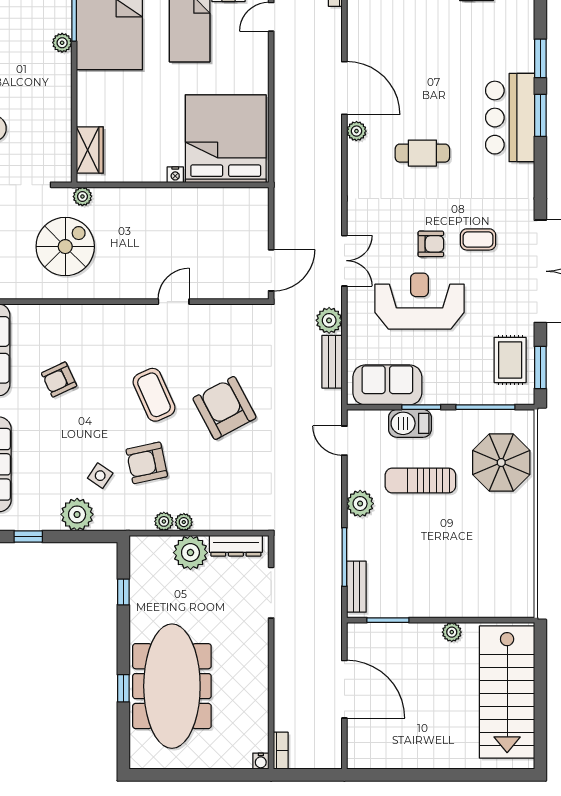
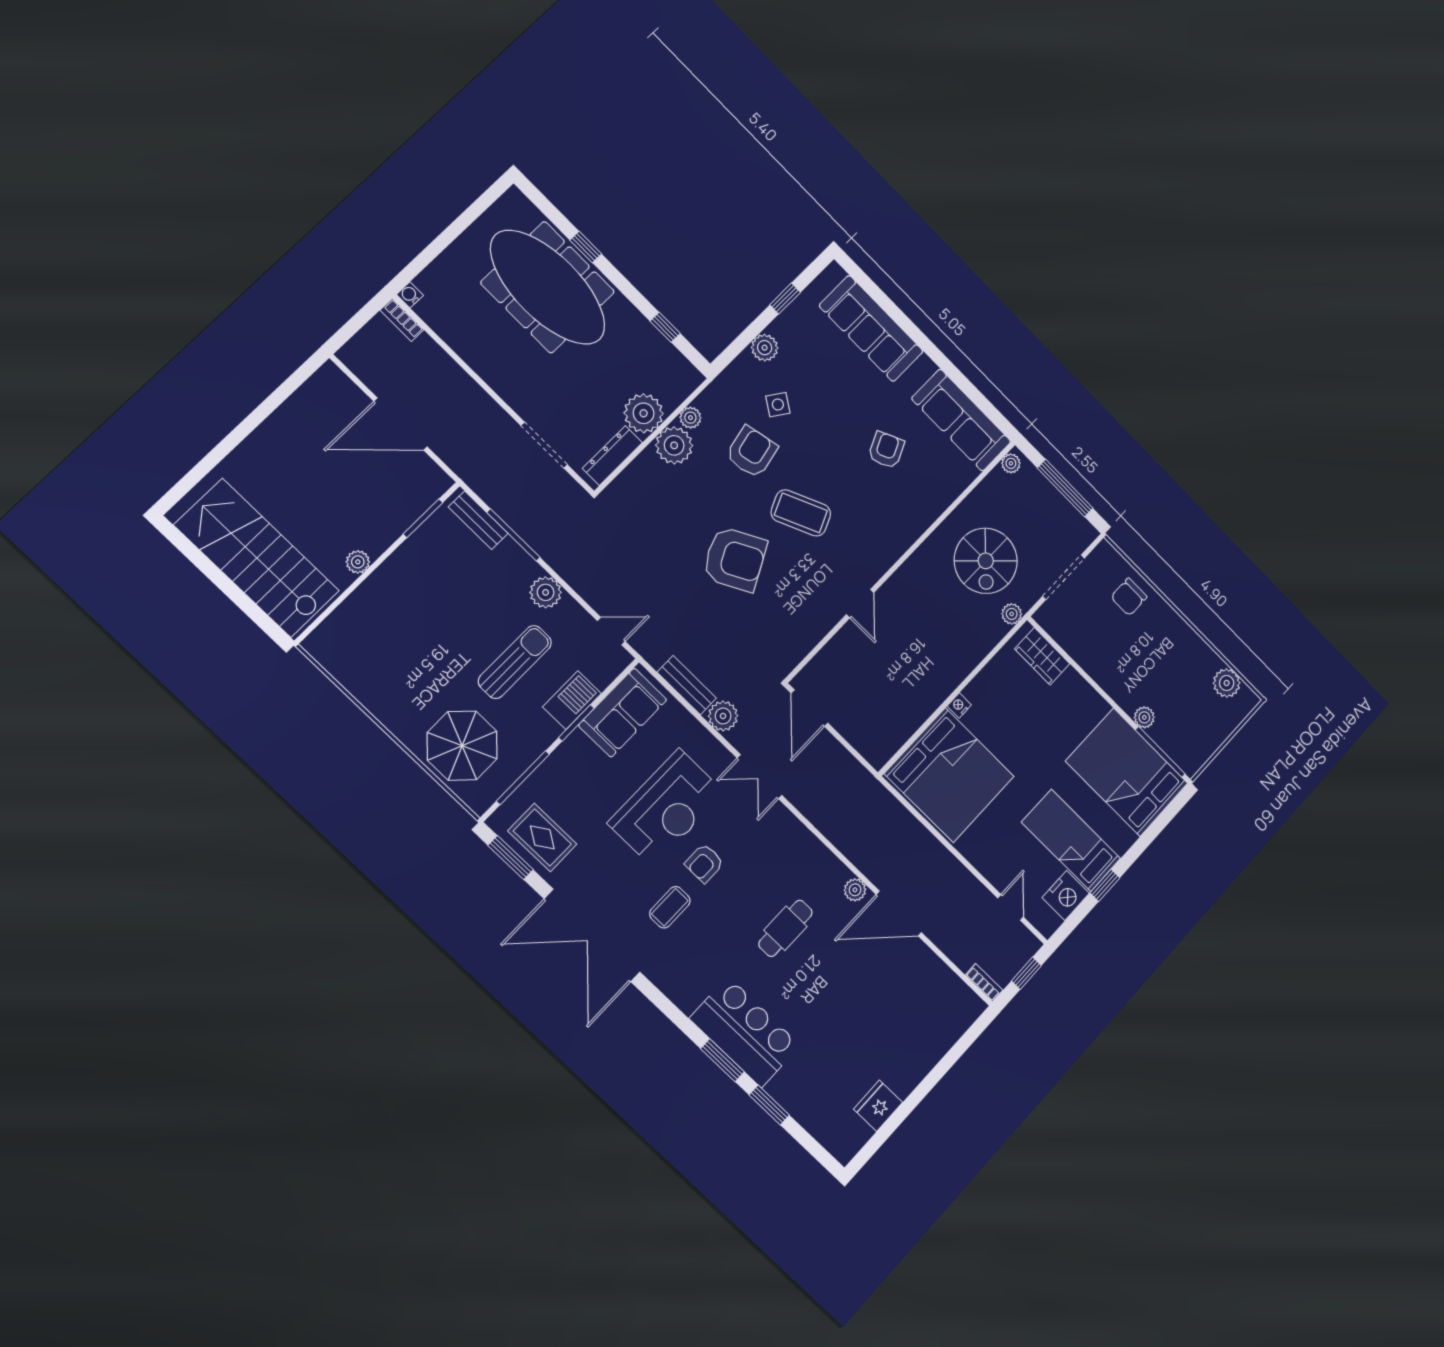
plant: (77, 514) -> (765, 348), width x0.73, depth x0.73
plant: (184, 522) -> (674, 445), width x1.88, depth x1.88

